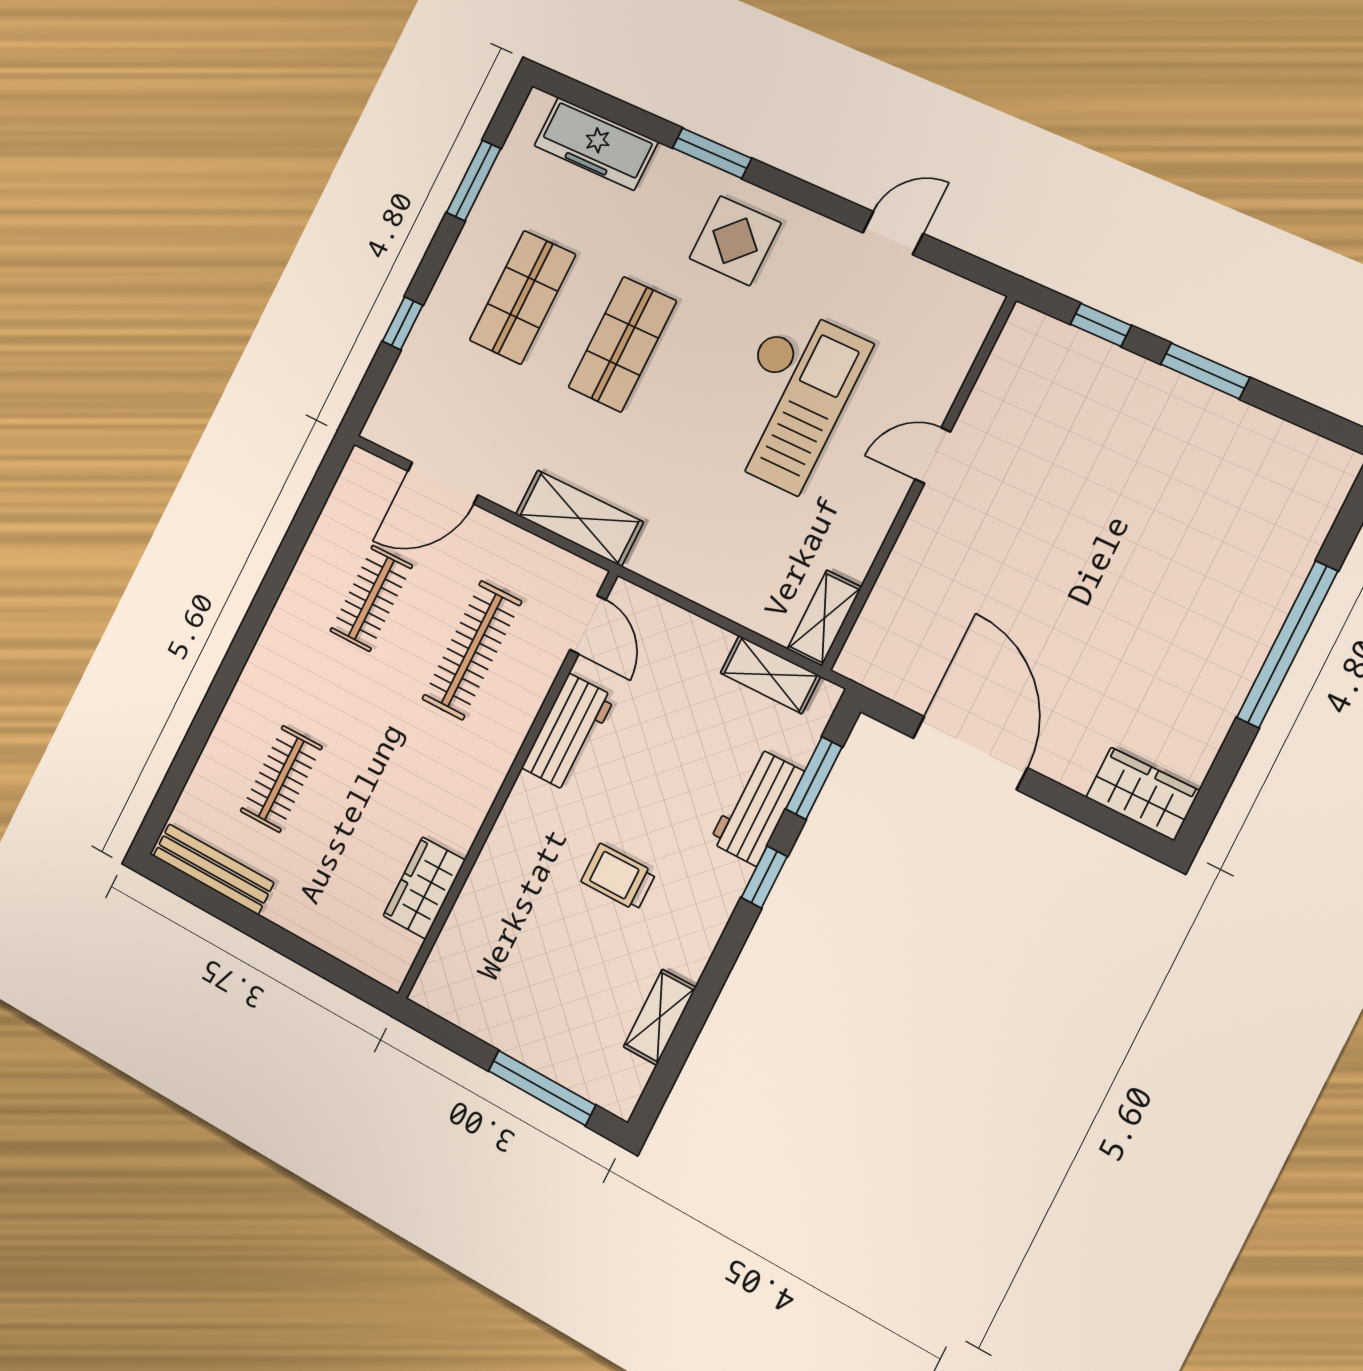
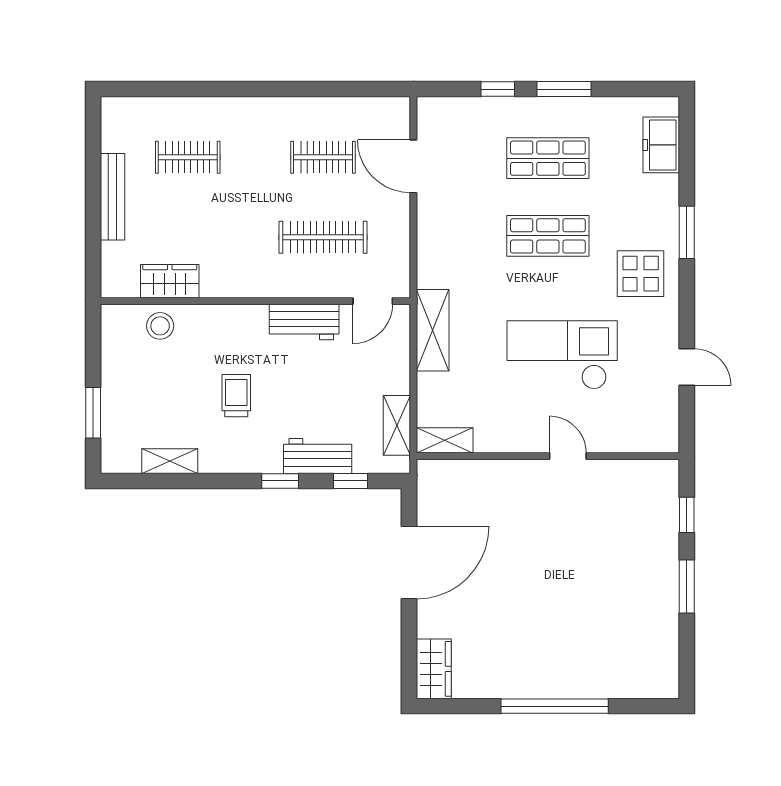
freezer: (596, 144) -> (661, 145), width x0.71
window: (474, 181) -> (564, 89), moved
checkout: (790, 399) -> (562, 355), turned 180
shelving: (579, 518) -> (433, 330), moved
window: (814, 778) -> (351, 481), width x0.67
bench: (213, 869) -> (113, 197), moved
stool: (475, 933) -> (160, 326), added
window: (542, 1088) -> (93, 413), width x0.69

